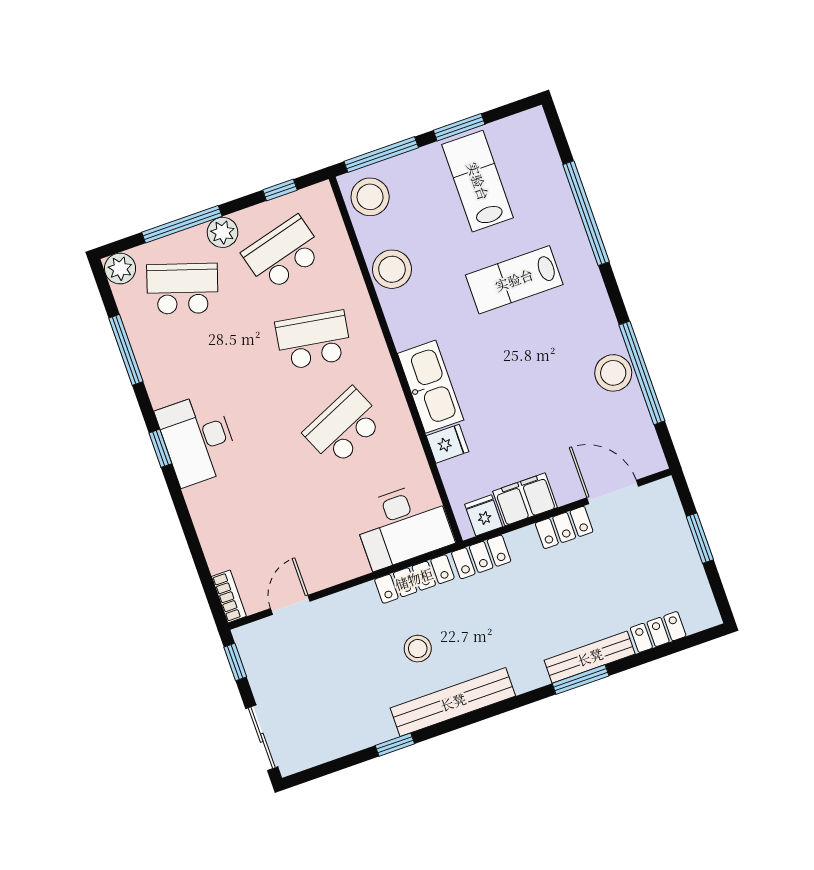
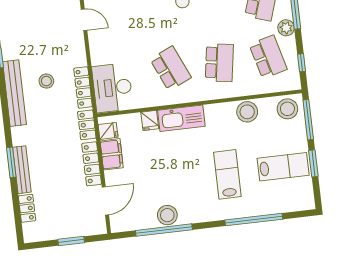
locker: (564, 527) -> (92, 164), width x1.53

